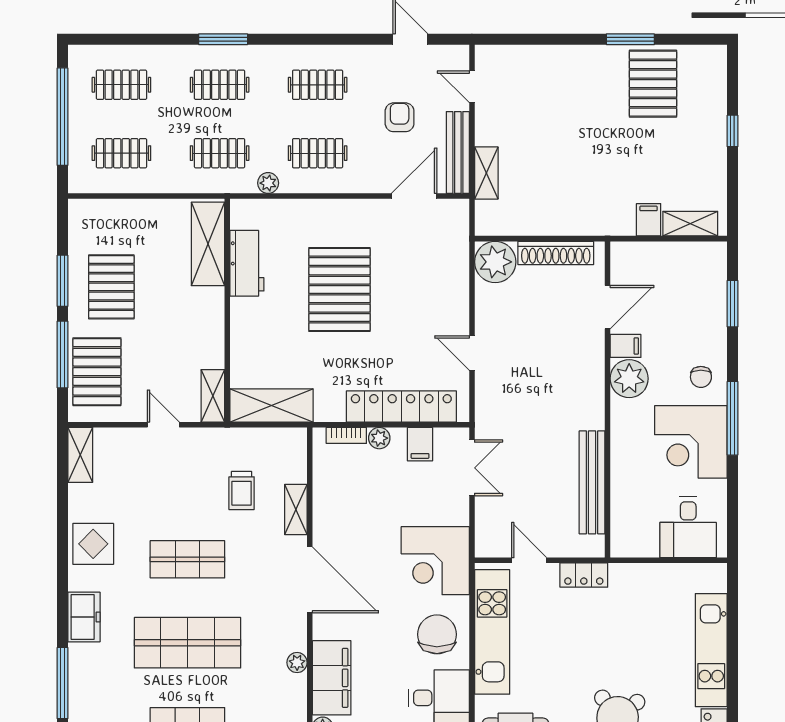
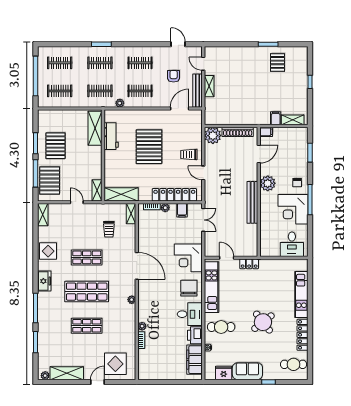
pallet: (653, 84) -> (277, 62), width x0.67, depth x0.71
shelving: (486, 173) -> (209, 86), moved
trolley: (437, 308) -> (189, 154), added
filing cabinet: (626, 346) -> (266, 132), moved
bench: (592, 482) -> (252, 202), moved
shelving: (296, 509) -> (131, 214), moved
filing cabinet: (332, 678) -> (146, 306), removed

